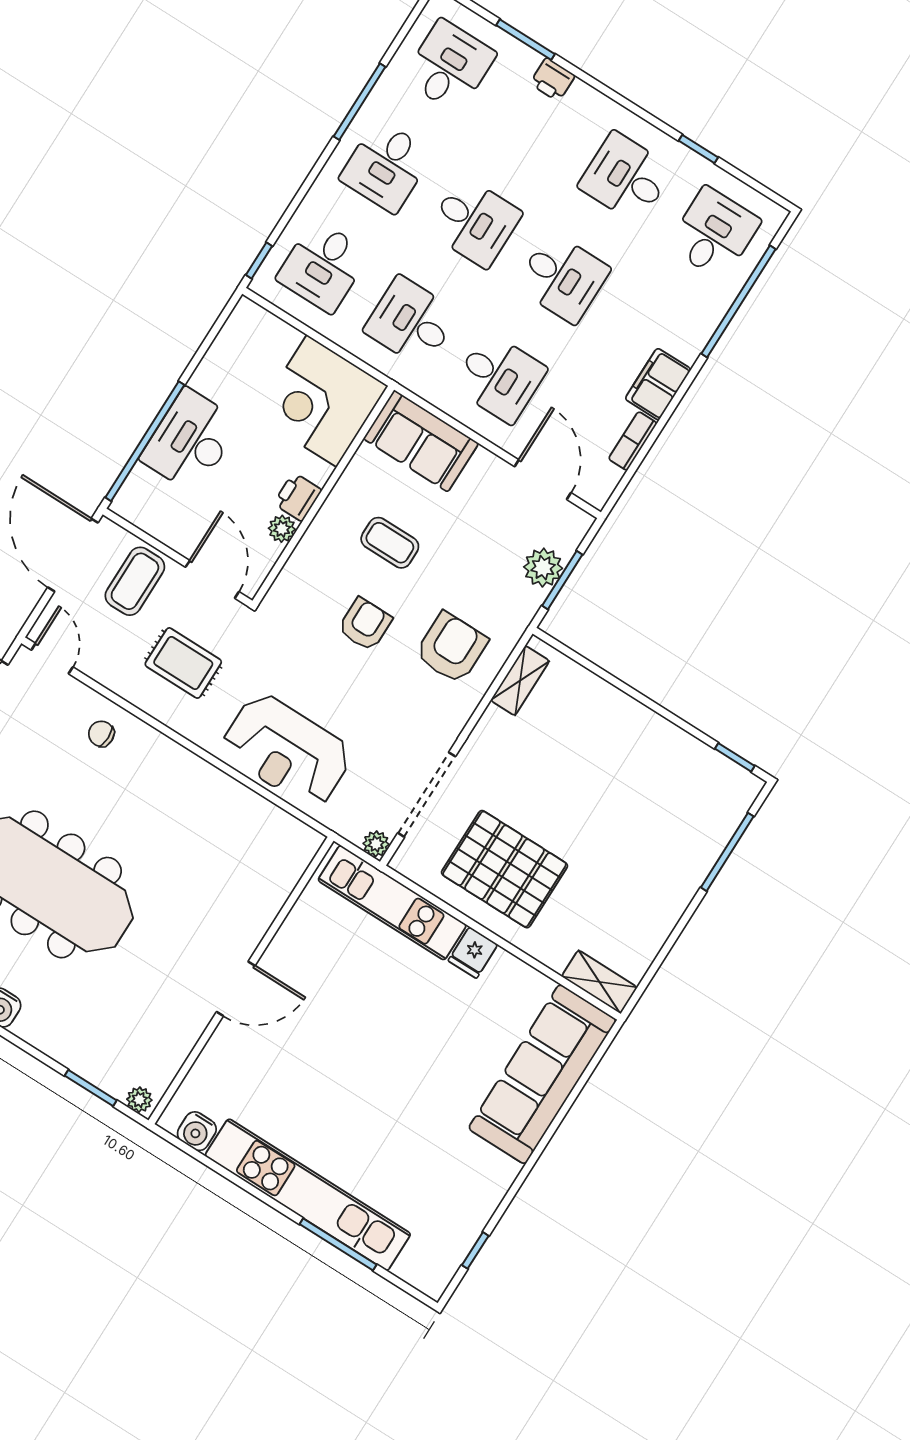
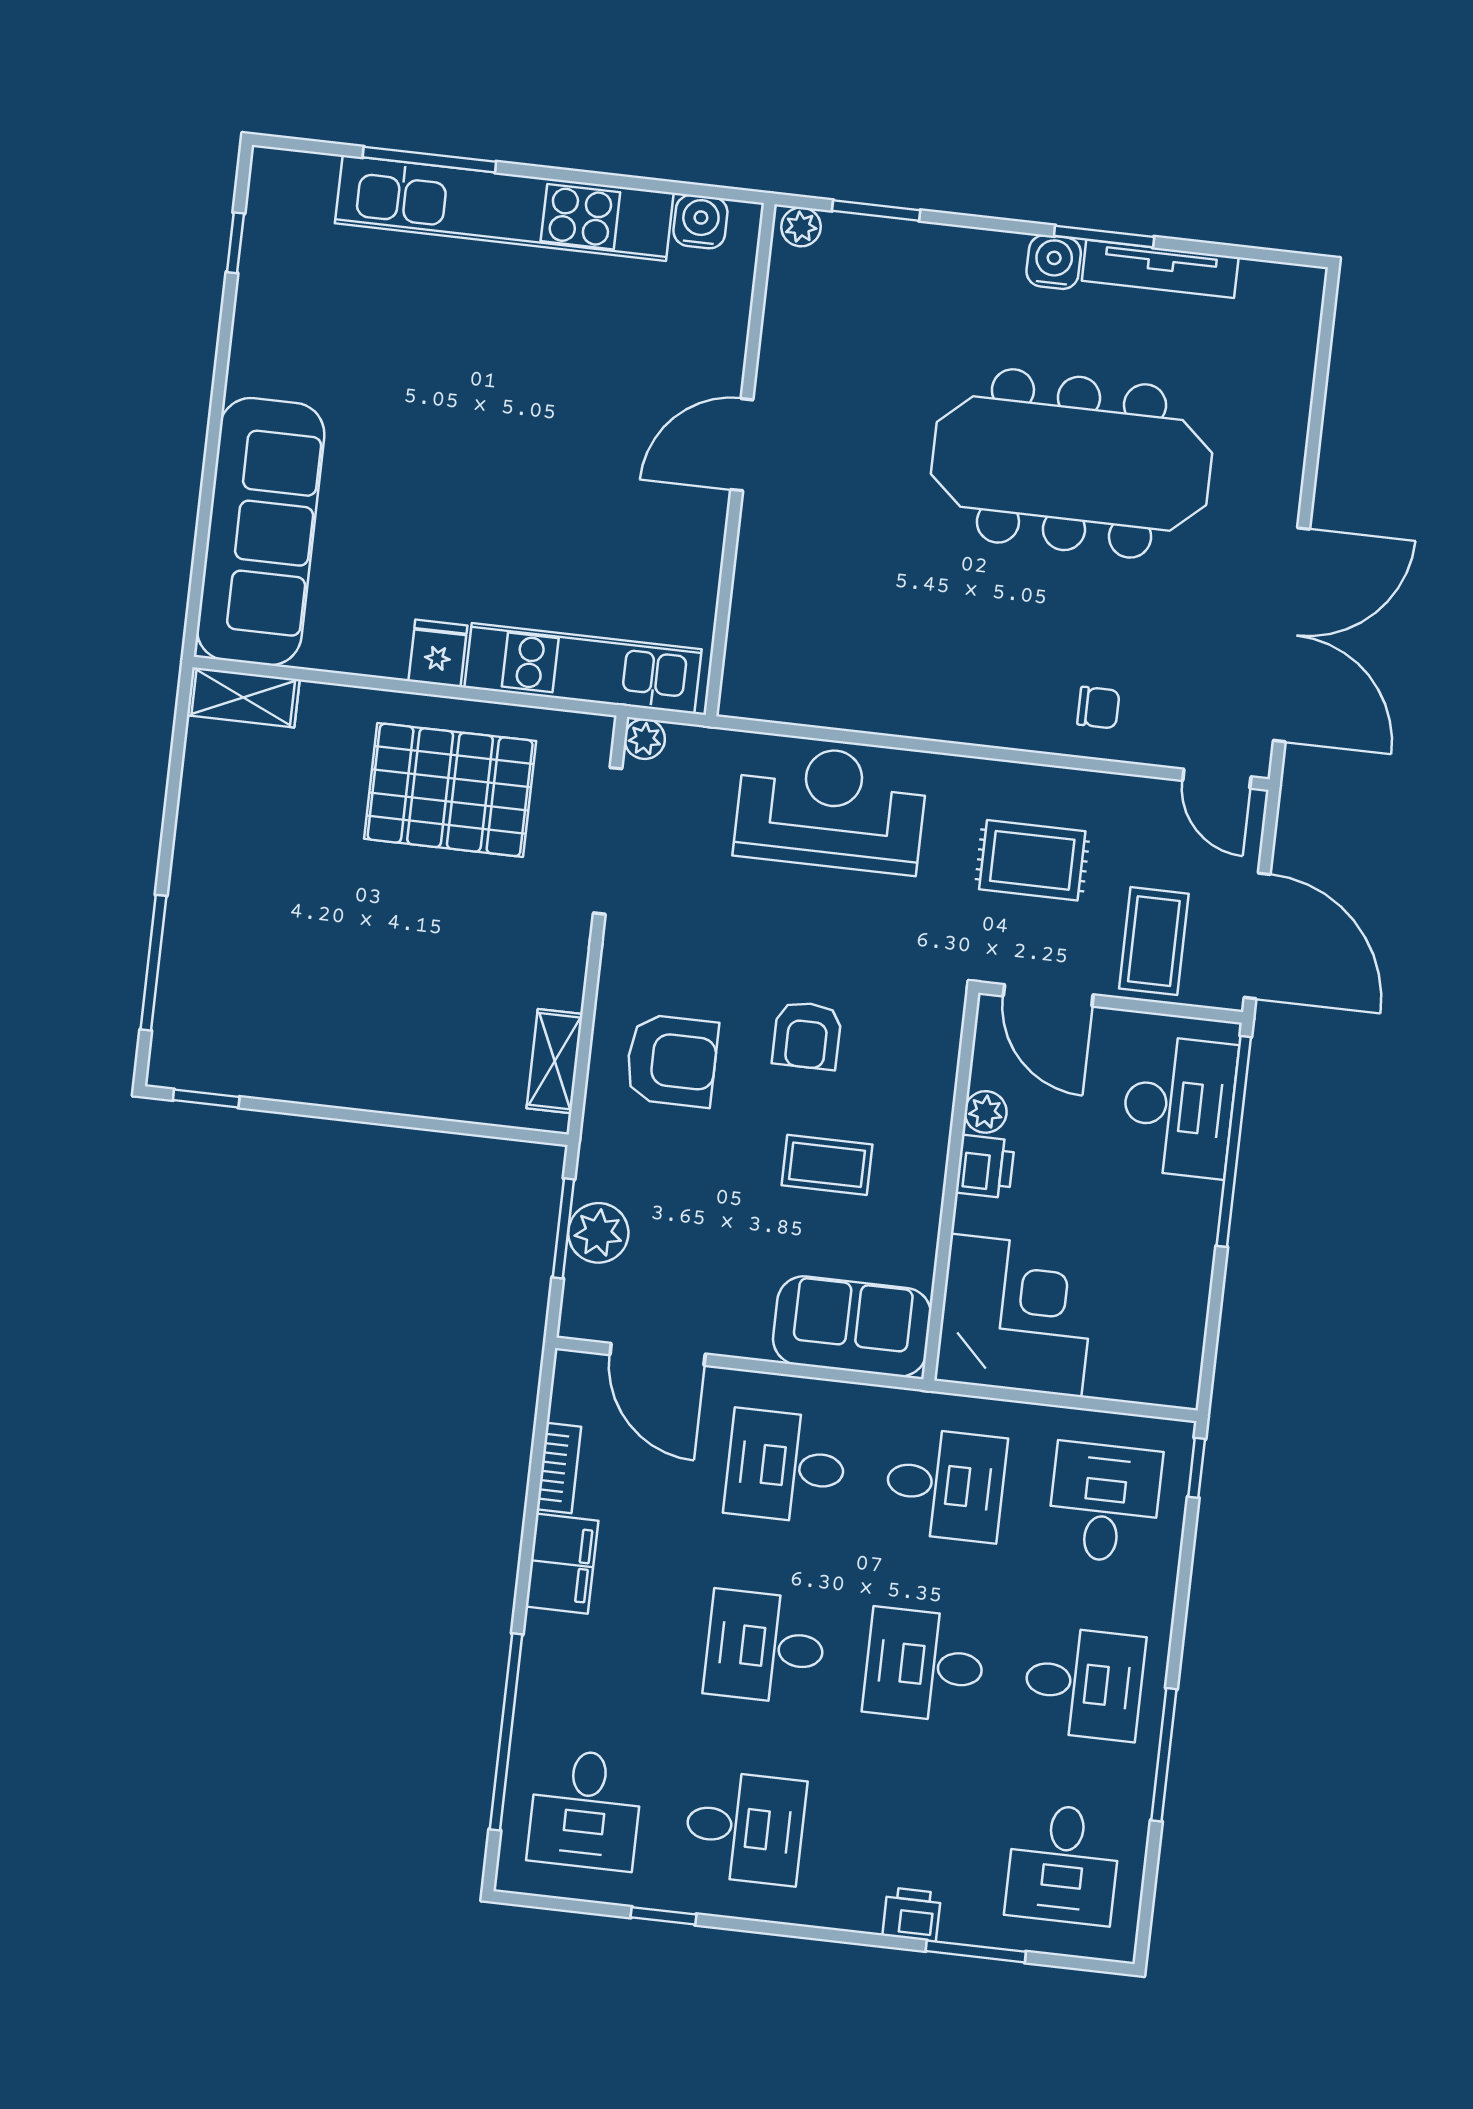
desk: (386, 166) -> (1084, 1683), turned 90
desk: (190, 441) -> (1179, 1107), moved
armchair: (451, 648) -> (672, 1061), turned -90

